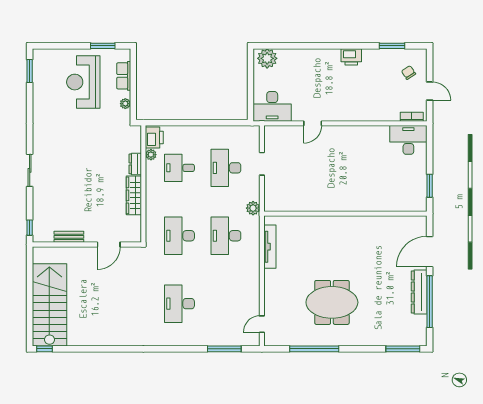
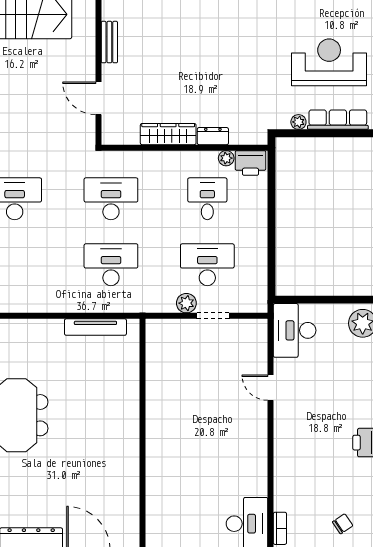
row of seats: (124, 76) -> (338, 120), width x1.48
plant: (253, 208) -> (186, 303), moved

